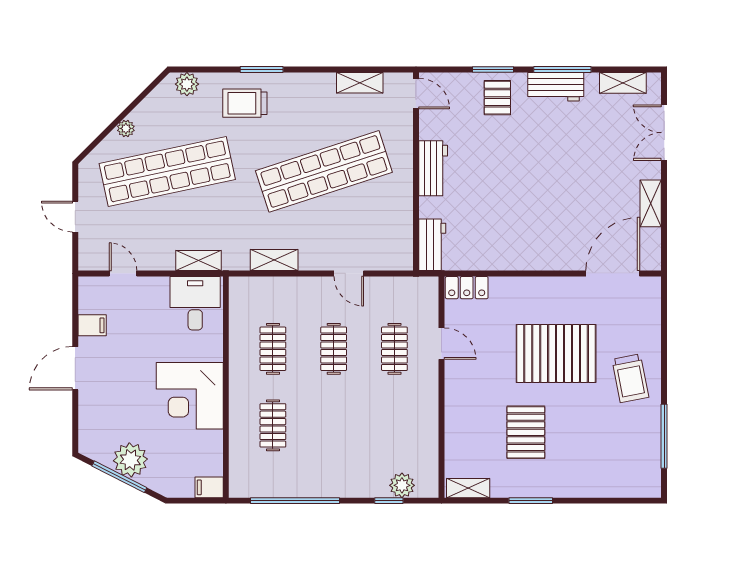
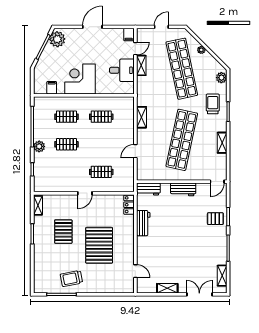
shelving: (360, 83) -> (222, 143), moved
workbench: (556, 87) -> (143, 223), moved, turned 180
shop shelf: (324, 171) -> (182, 140), turned 30
shelving: (198, 261) -> (141, 65), moved
door: (613, 273) -> (135, 271), width x0.53
desk: (195, 303) -> (122, 70), moved
filing cabinet: (92, 325) -> (129, 35), moved
door: (441, 344) -> (85, 193), moved
clothes rail: (334, 349) -> (66, 144), moved
door: (75, 368) -> (92, 27), hinge flipped
trolley: (630, 378) -> (71, 279), moved
pallet: (526, 432) -> (63, 232), turned 90
plant: (130, 460) -> (57, 39), moved
plant: (402, 485) -> (39, 146), moved
filing cabinet: (209, 487) -> (52, 88), moved

